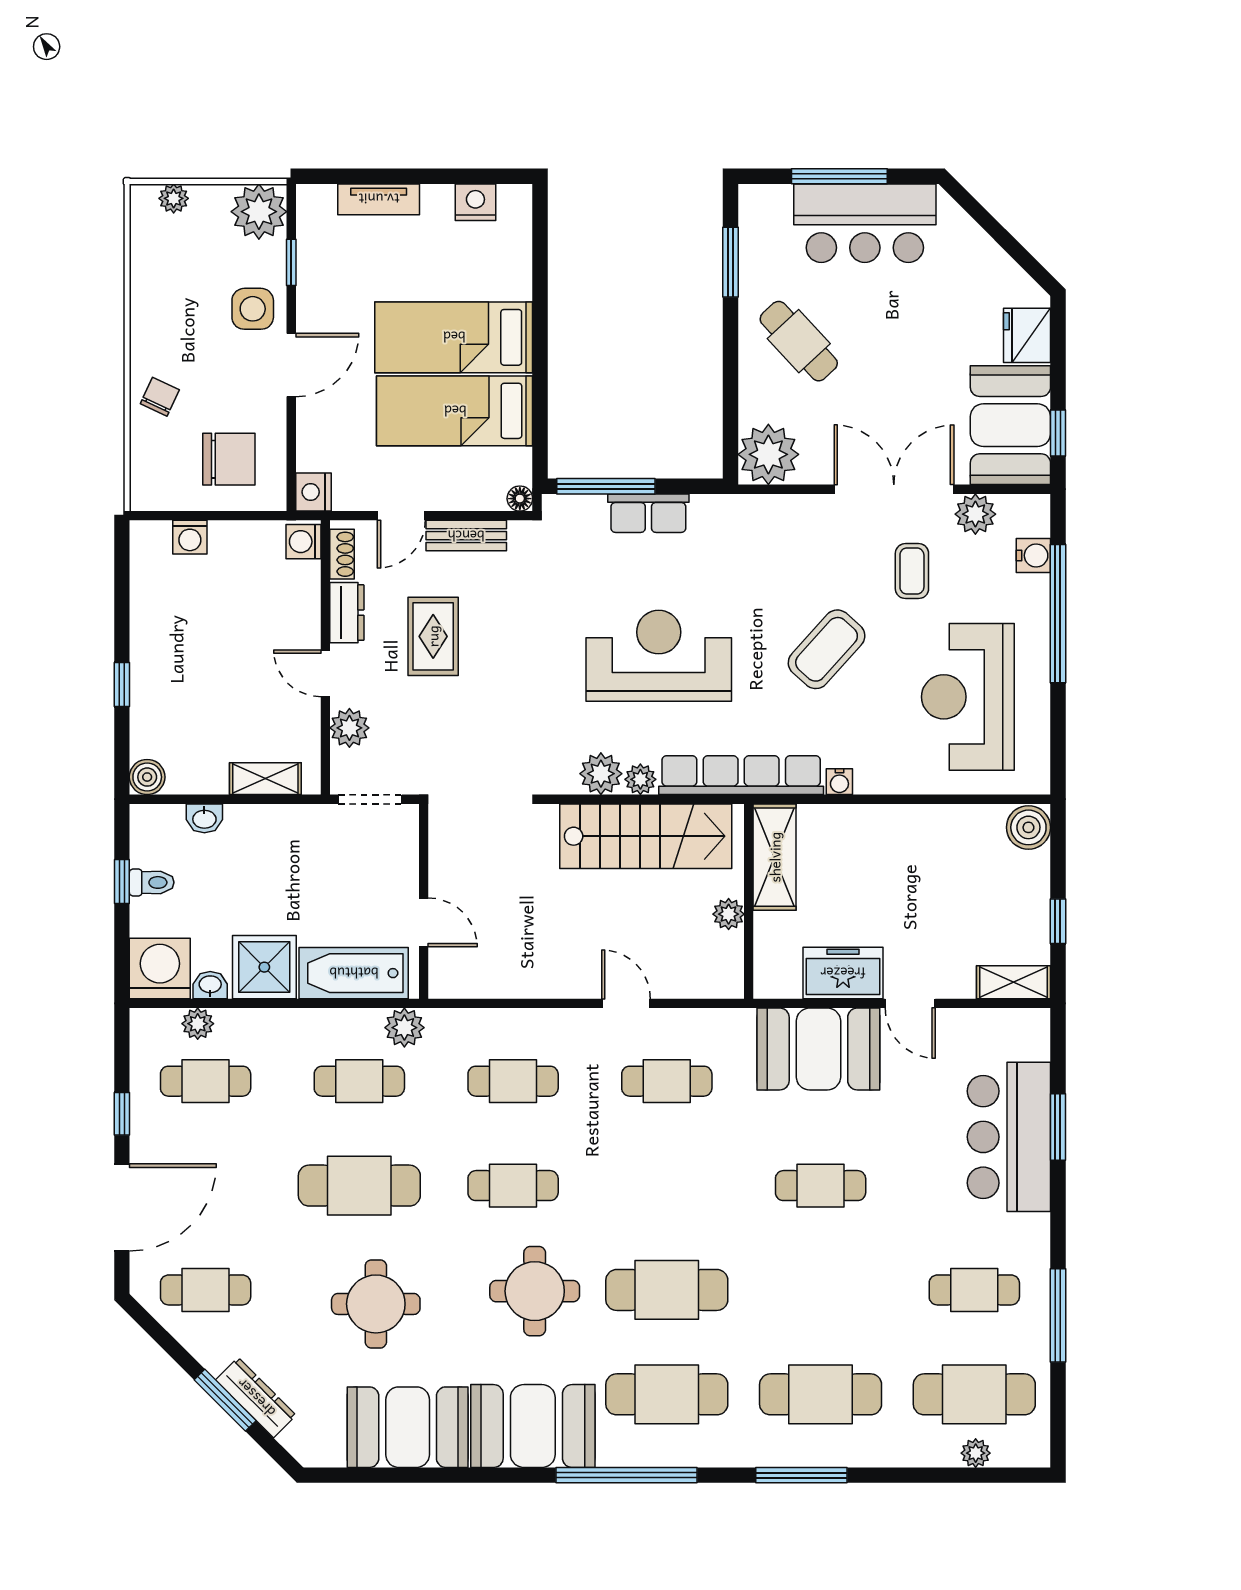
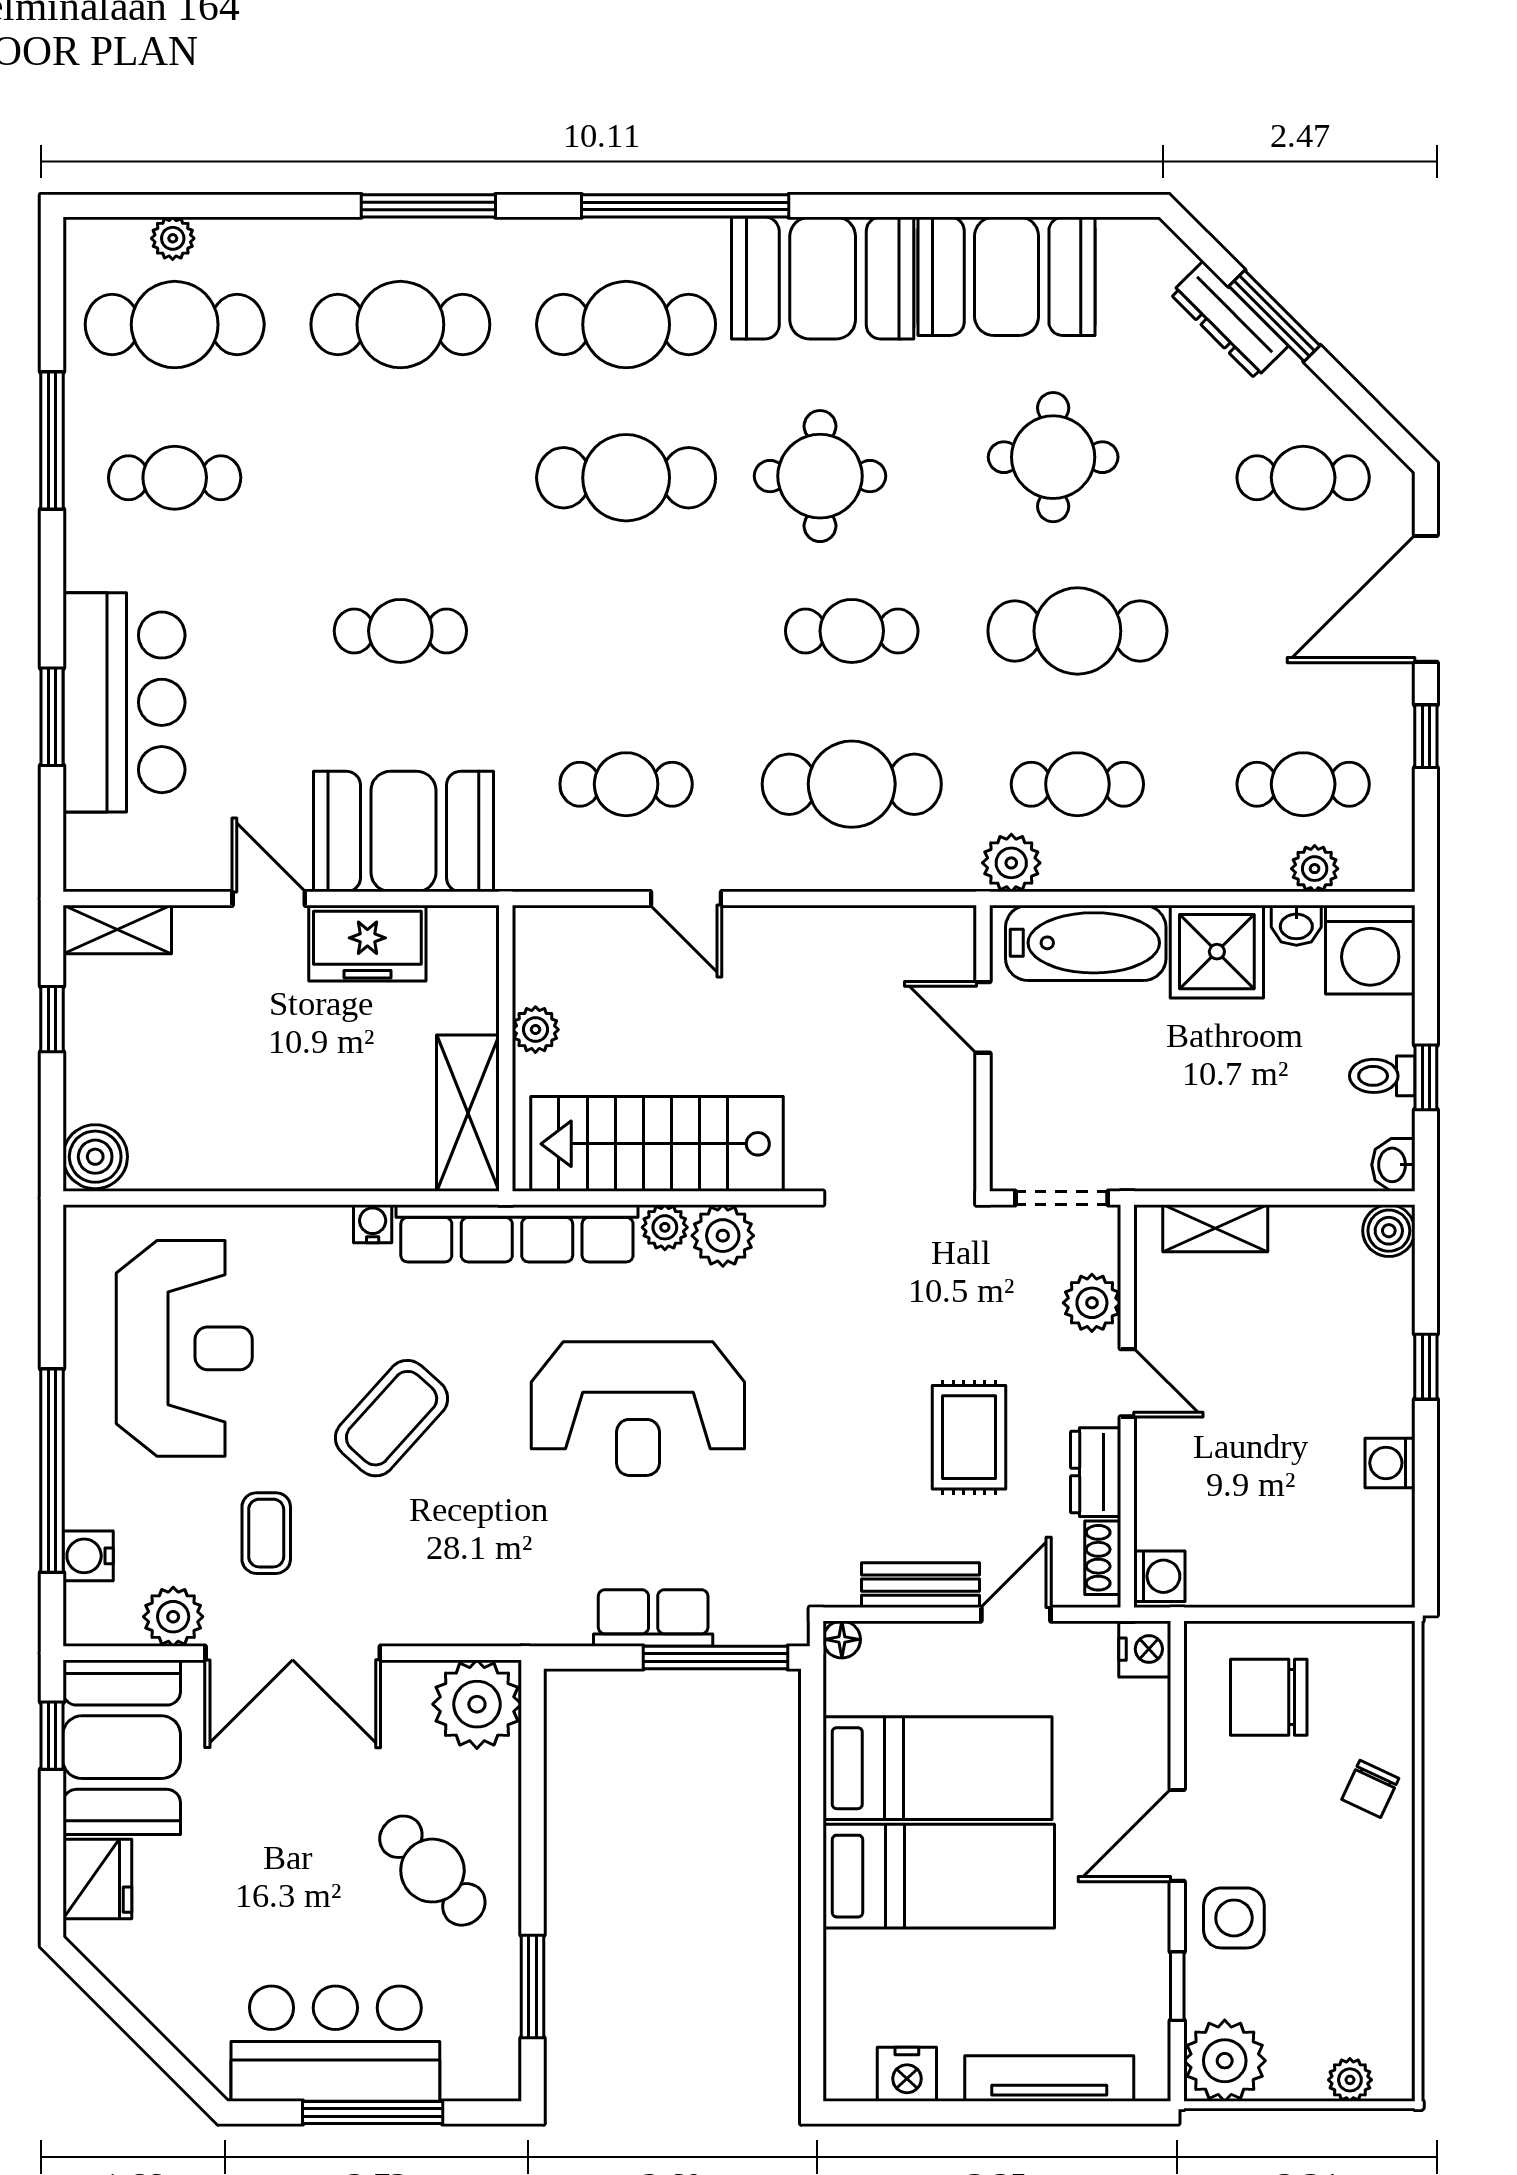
tv unit: (379, 199) -> (1049, 2079), width x1.41
washing machine: (190, 537) -> (1390, 1463), moved, turned -90
washbasin: (204, 818) -> (1393, 1165), moved, turned -90
cafe table: (513, 1081) -> (852, 784), width x1.37, depth x1.35

